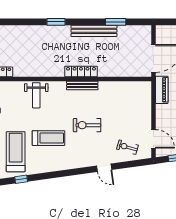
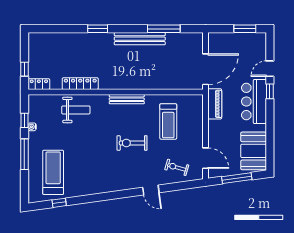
window: (116, 22) -> (164, 29), width x1.44
locker: (81, 71) -> (80, 84), moved
weight bench: (36, 95) -> (76, 110), turned -90
treadmill: (48, 138) -> (168, 121), moved, turned 90

